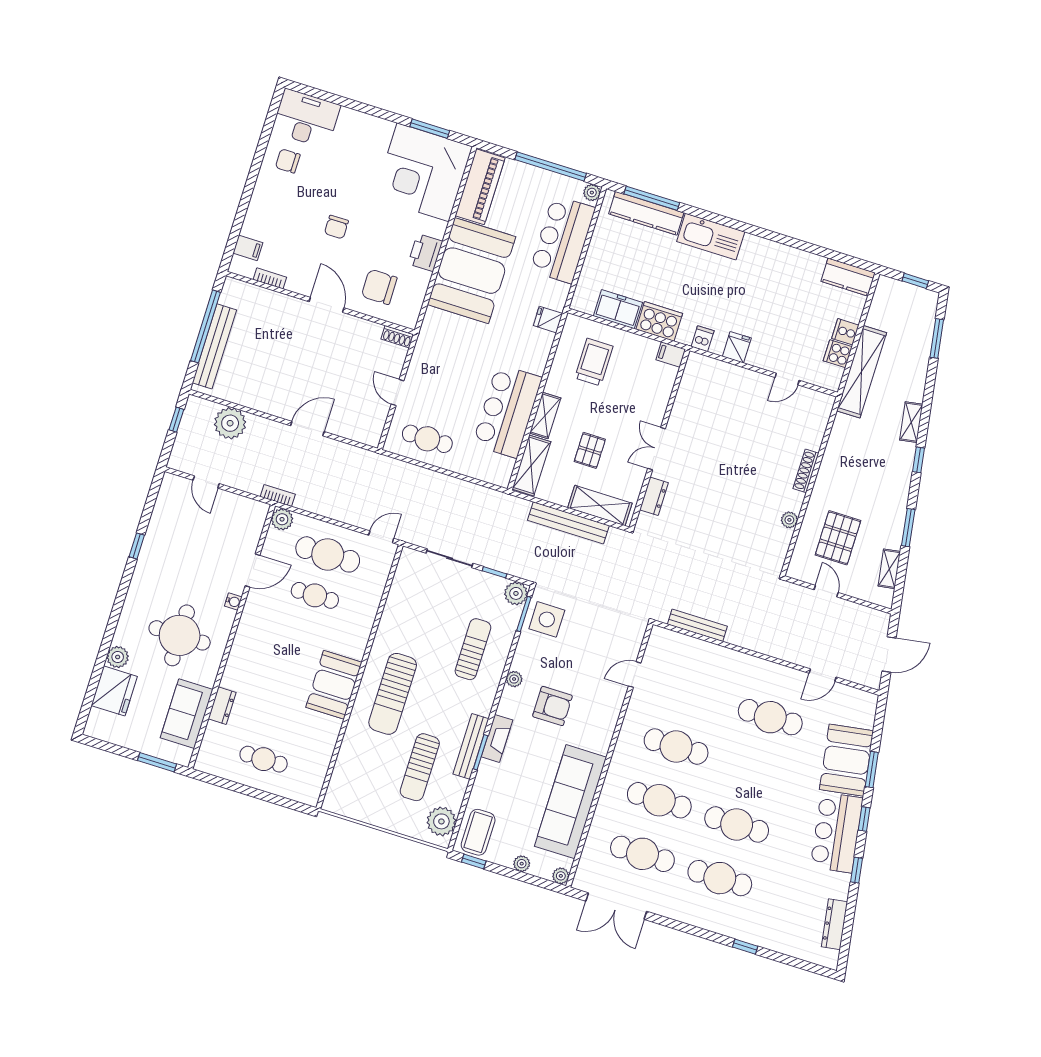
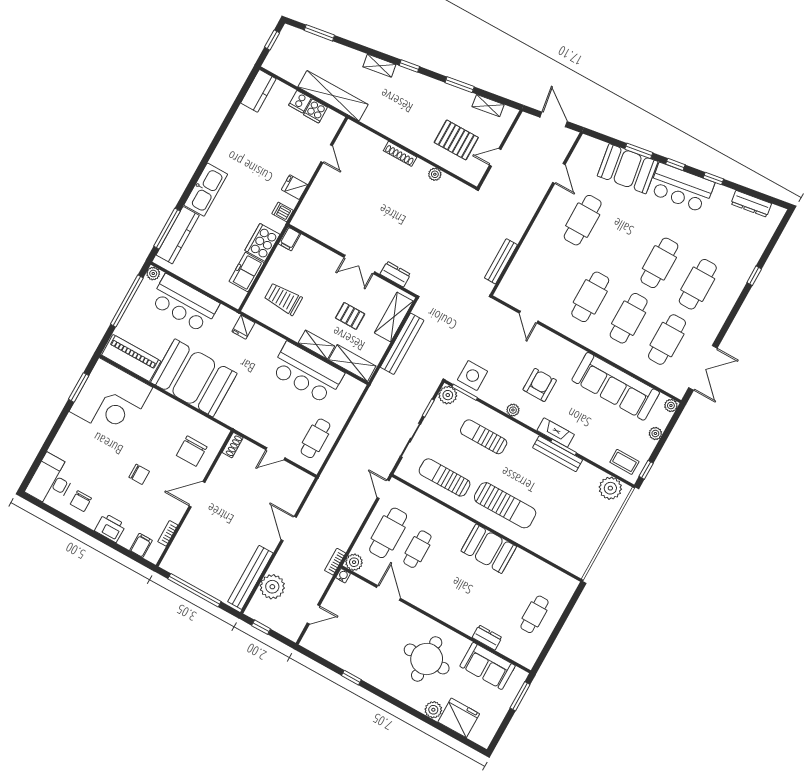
printer: (425, 253) -> (110, 528), moved, turned 180
bench: (214, 346) -> (250, 577), moved, turned 90
water cooler: (233, 602) -> (343, 576), moved
sun lounger: (420, 767) -> (445, 477), moved, turned 180
coffee table: (478, 832) -> (624, 462), width x0.73, depth x0.77

